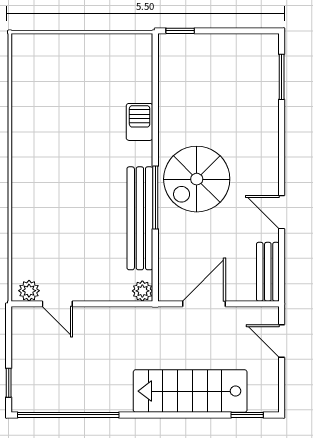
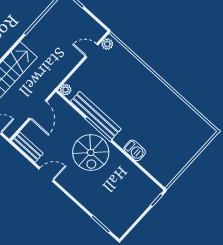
spiral stairs: (197, 179) -> (91, 152), turned 180

